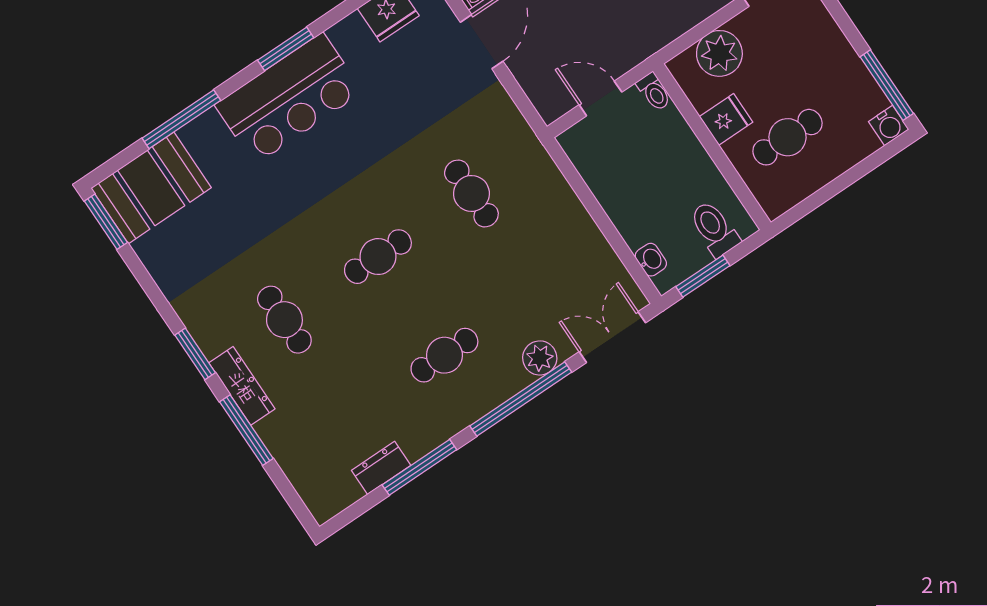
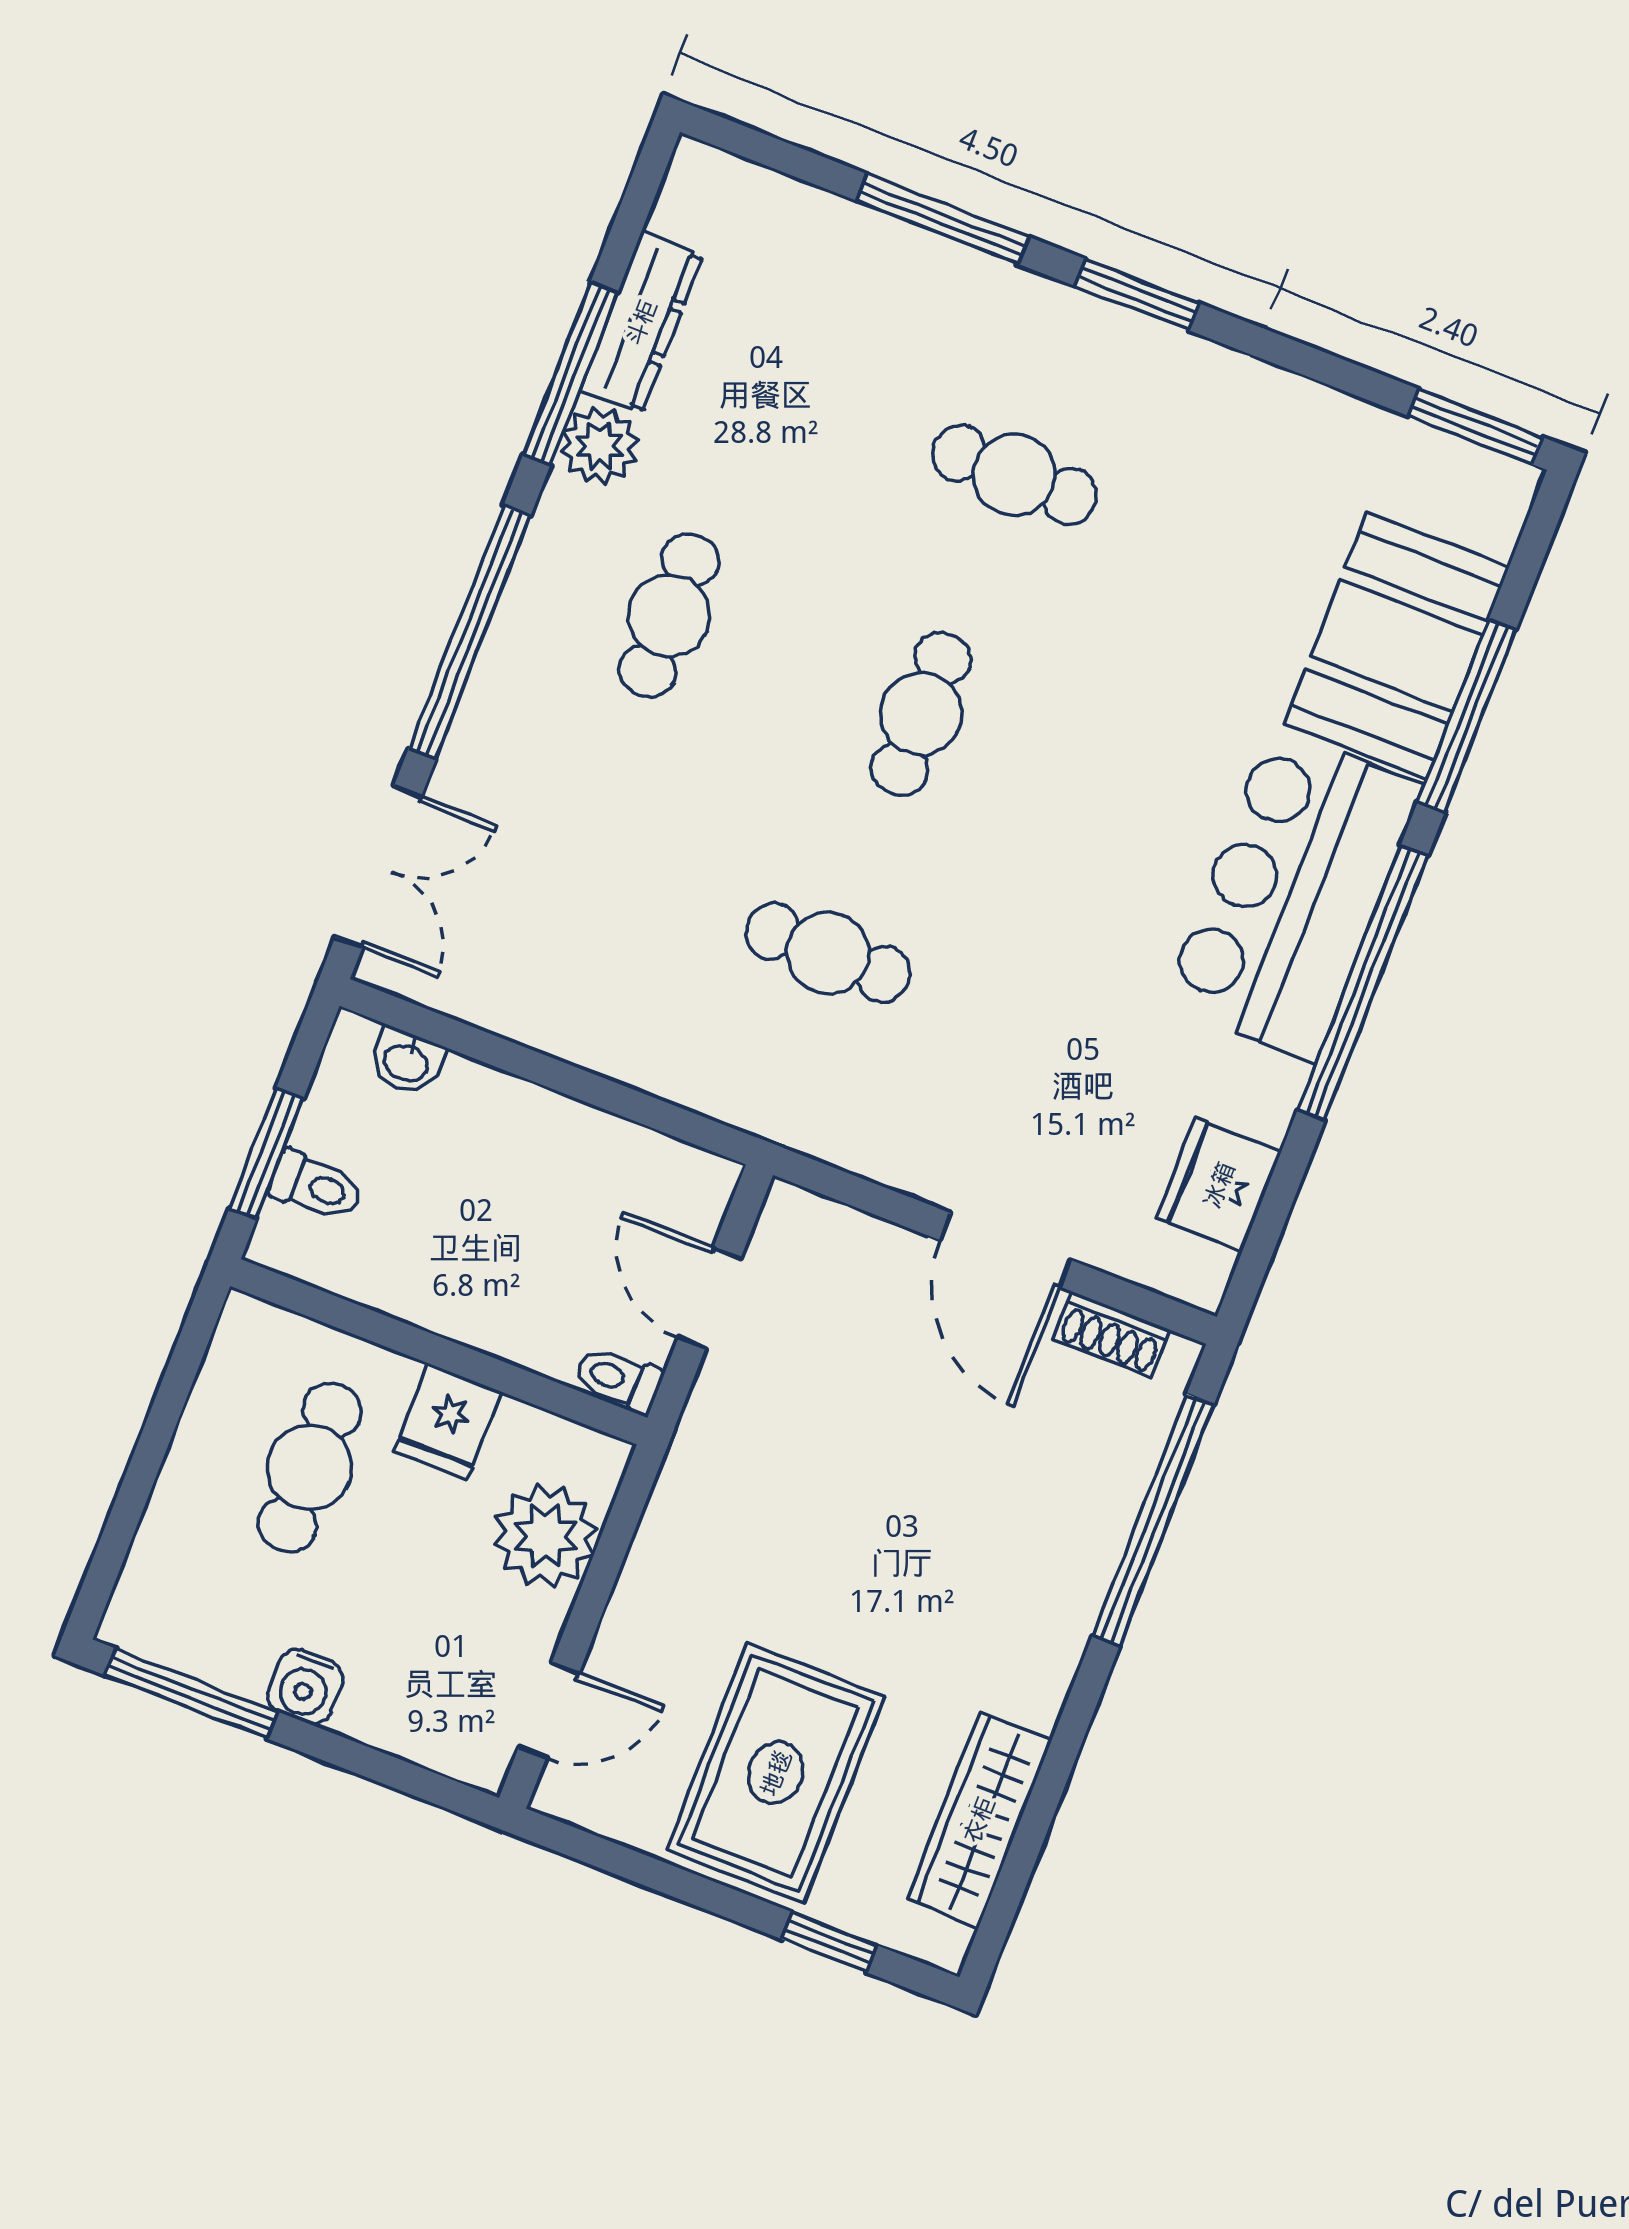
window: (286, 49) -> (1363, 983), width x2.11
door: (600, 98) -> (710, 1298), swing flipped
water cooler: (889, 126) -> (305, 1687), moved, turned -90
booth: (151, 188) -> (1397, 646), moved
toilet: (714, 229) -> (316, 1186), width x0.73, depth x0.72
window: (703, 276) -> (266, 1153), moved
plant: (540, 358) -> (599, 446), moved
dresser: (242, 386) -> (1008, 296), removed
dresser: (381, 468) -> (641, 323), width x1.44

